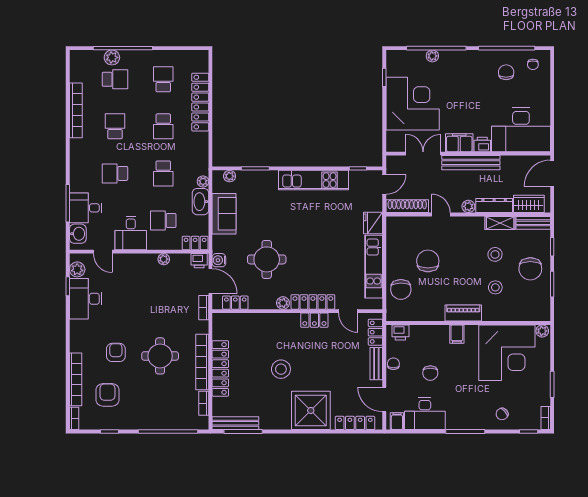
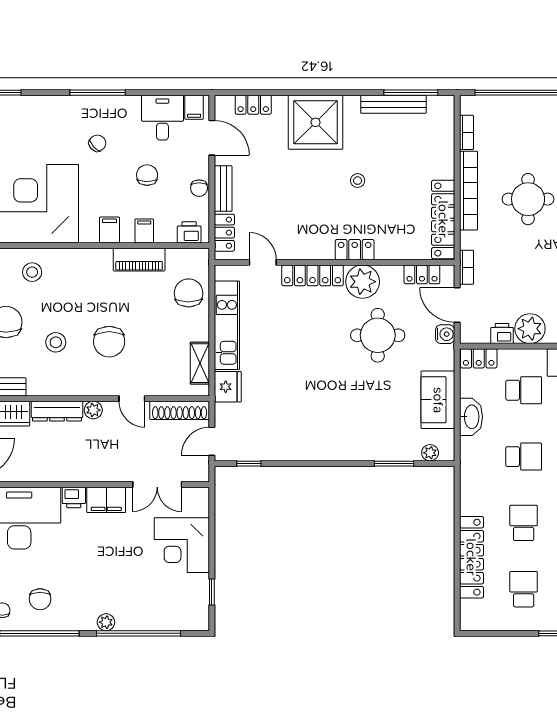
plant: (432, 56) -> (106, 622), moved
school desk: (163, 79) -> (524, 589), turned 180
corner desk: (413, 104) -> (182, 545), width x0.74, depth x0.74
bench: (471, 163) -> (90, 472), removed
school desk: (163, 173) -> (524, 457), turned 90
kitchen unit: (314, 180) -> (312, 447), removed
plant: (203, 181) -> (468, 445), removed
shelving: (500, 223) -> (200, 363), moved, turned 90
plant: (164, 259) -> (530, 329), width x1.88, depth x1.88
printer: (199, 261) -> (502, 333), moved
chair: (428, 261) -> (109, 342), moved
stool: (495, 287) -> (32, 272), moved
plant: (283, 303) -> (363, 282), width x1.87, depth x1.87
piano: (463, 313) -> (139, 260), moved
locker: (314, 320) -> (355, 250), moved
filing cabinet: (432, 333) -> (144, 231), added
locker: (220, 368) -> (443, 219), moved
stool: (281, 369) -> (358, 181), width x0.53, depth x0.53
desk: (425, 414) -> (162, 118), width x0.73
chair: (502, 414) -> (97, 143), moved
bench: (235, 423) -> (393, 104), moved
locker: (355, 423) -> (253, 105), width x0.66

